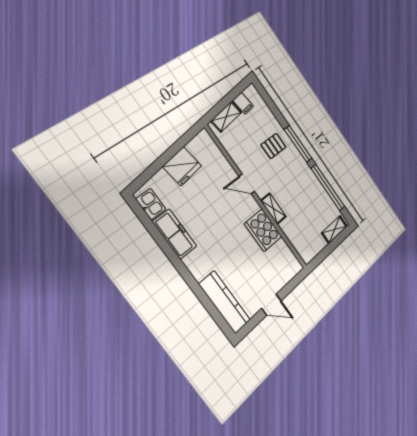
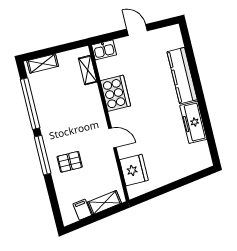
fridge: (182, 166) -> (134, 170), moved, turned 99
kitchen sink: (151, 204) -> (104, 50), moved, turned -90
shelving: (273, 209) -> (88, 70), moved
kitchen counter: (225, 302) -> (182, 76), moved

